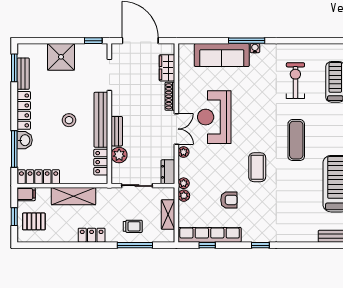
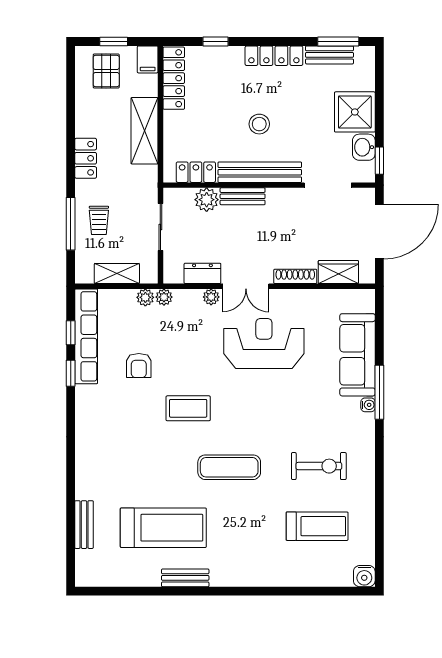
washbasin: (25, 140) -> (364, 147), moved, turned 90
window: (14, 149) -> (216, 41), width x0.46
dresser: (168, 172) -> (202, 273), moved
window: (260, 245) -> (71, 373), moved

